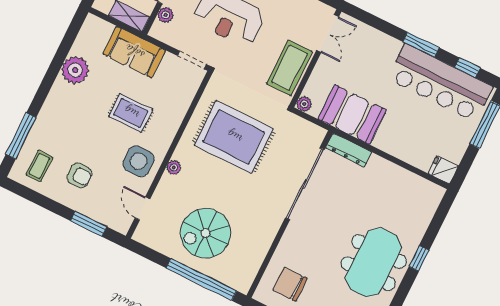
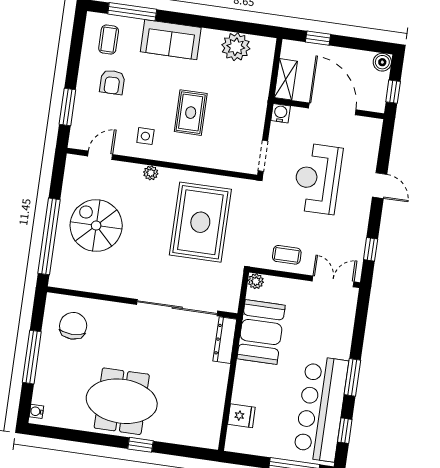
plant: (166, 15) -> (299, 115), removed
water cooler: (158, 31) -> (281, 113), added
double door: (328, 34) -> (333, 281), swing flipped
sofa: (134, 52) -> (171, 40), moved, turned -90
coffee table: (289, 68) -> (287, 255), width x0.54, depth x0.58
plant: (75, 70) -> (236, 47), moved
side table: (139, 161) -> (145, 136), width x0.54, depth x0.54
coffee table: (39, 166) -> (109, 40), turned 90
fridge: (443, 170) -> (241, 416), moved, turned 90

